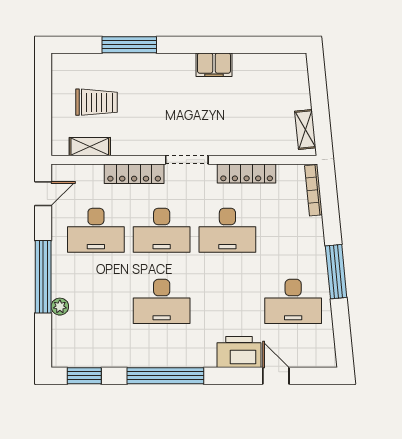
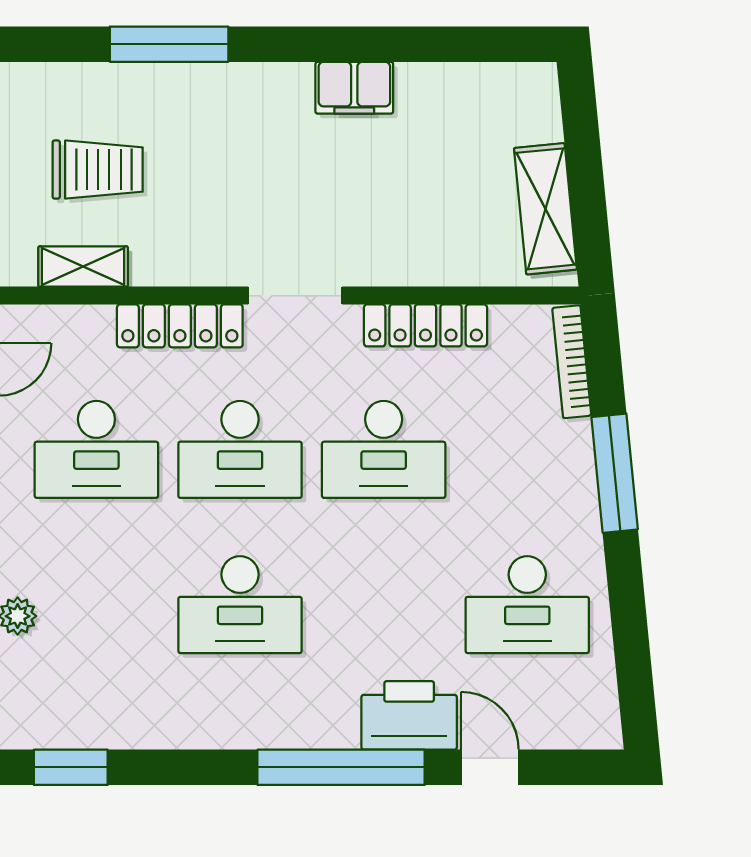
shelving: (305, 130) -> (545, 209), width x1.50, depth x1.33
window: (336, 272) -> (615, 473), moved
window: (165, 376) -> (341, 767), moved

